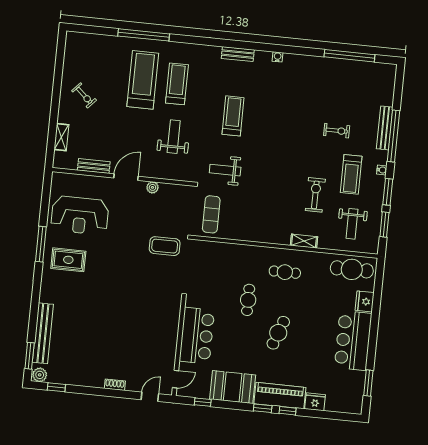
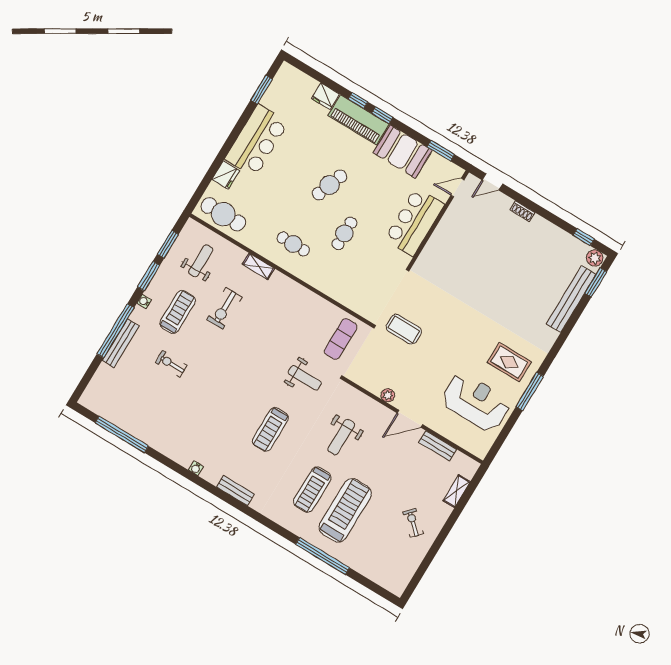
treadmill: (143, 80) -> (345, 510), turned 180
window: (203, 402) -> (441, 151), width x1.50

